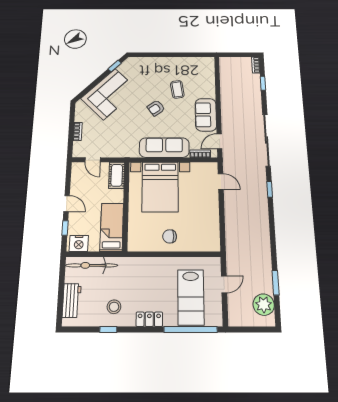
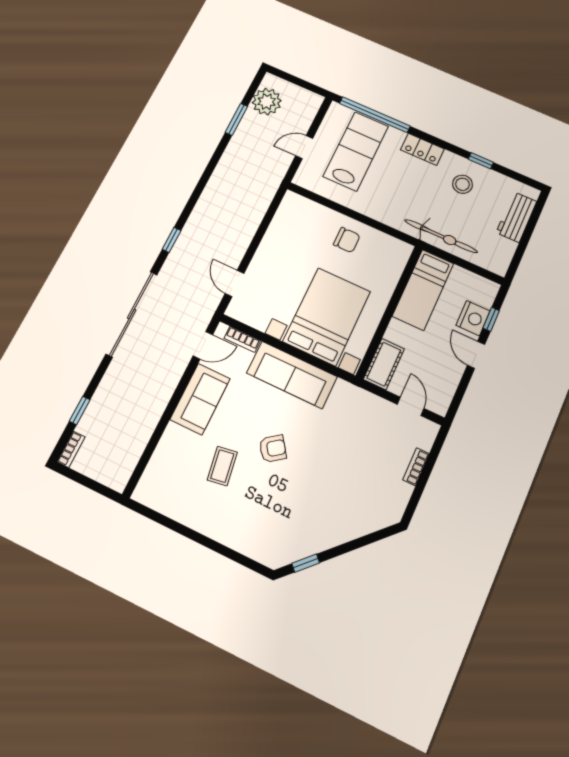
corner sofa: (109, 94) -> (337, 512), removed
nightstand: (79, 243) -> (473, 318), moved, turned 90
bicycle: (92, 265) -> (441, 236), moved

